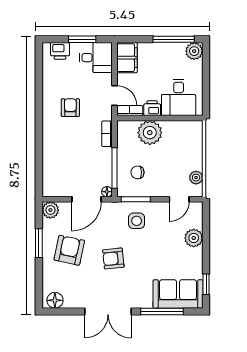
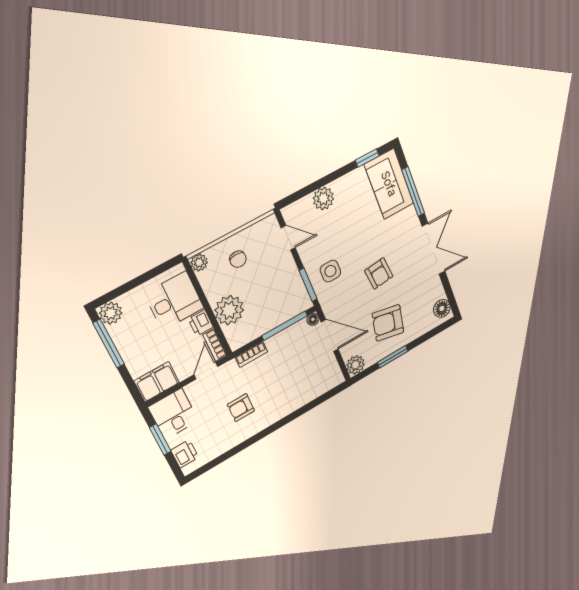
chair: (137, 172) -> (238, 259), moved
plant: (196, 178) -> (199, 263), moved

